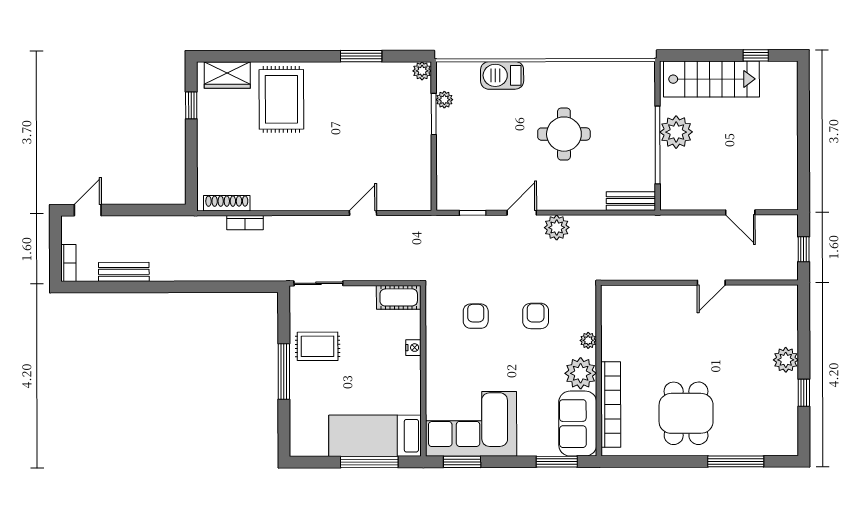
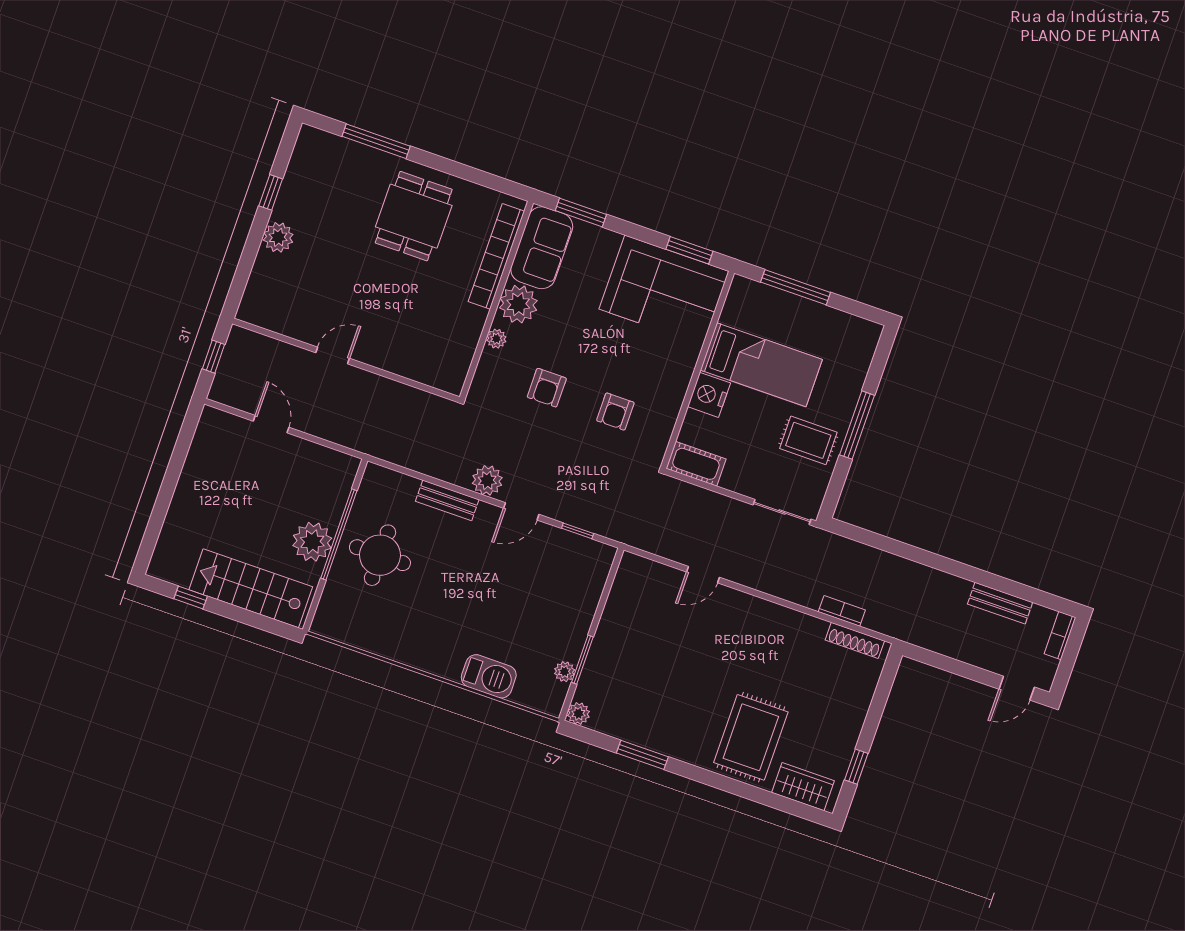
round table: (564, 134) -> (380, 555), moved
bench: (631, 201) -> (447, 500), moved
nightstand: (413, 348) -> (709, 395), width x1.89, depth x1.79
bed: (375, 436) -> (761, 365), moved

